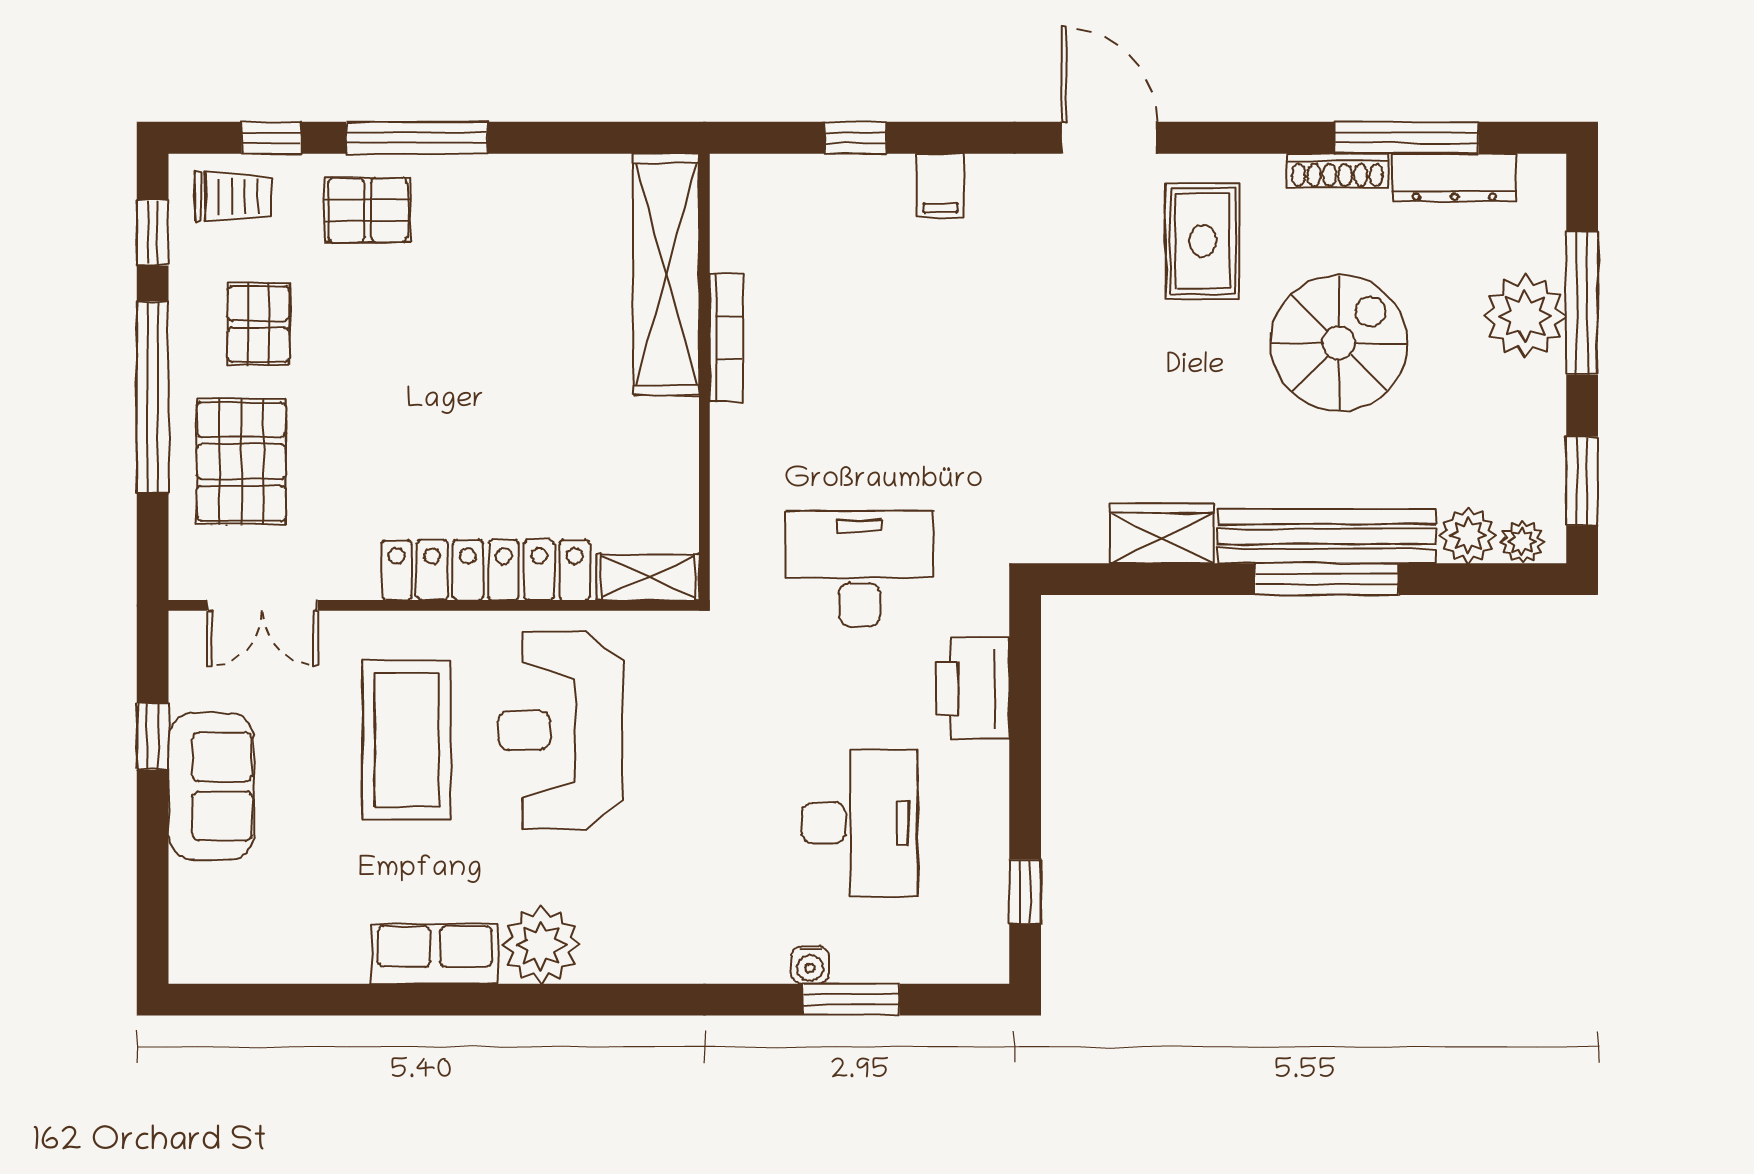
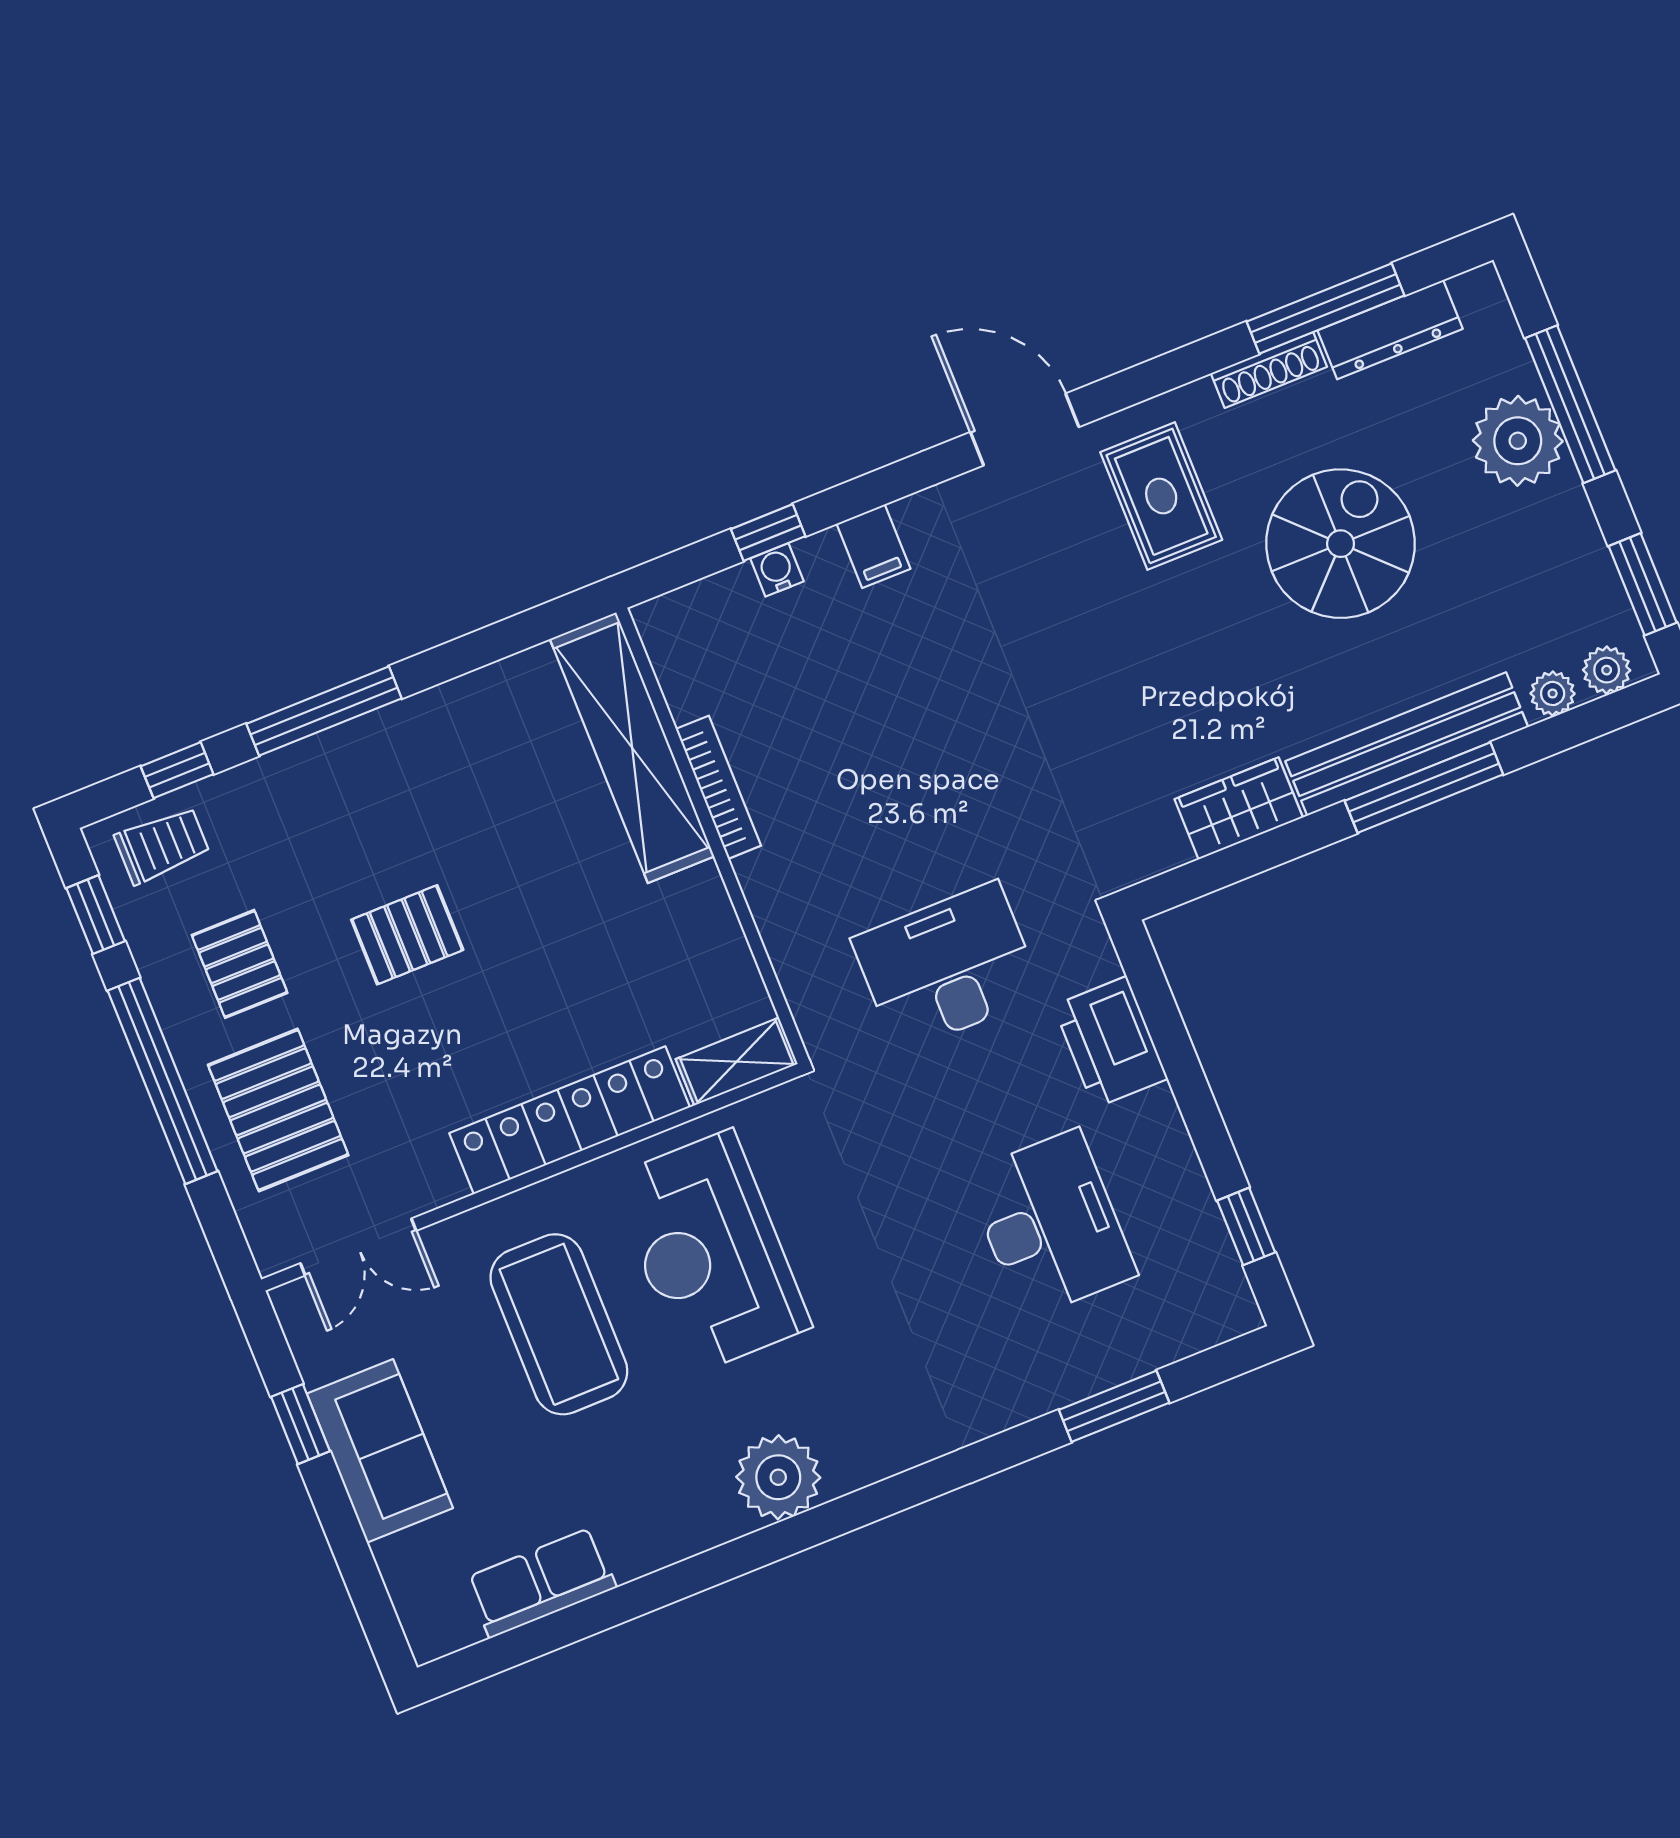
pallet: (368, 210) -> (407, 935), moved
plant: (1468, 535) -> (1553, 693), width x0.73, depth x0.73
row of seats: (435, 954) -> (541, 1583), moved
water cooler: (810, 965) -> (777, 570), moved, turned 180

